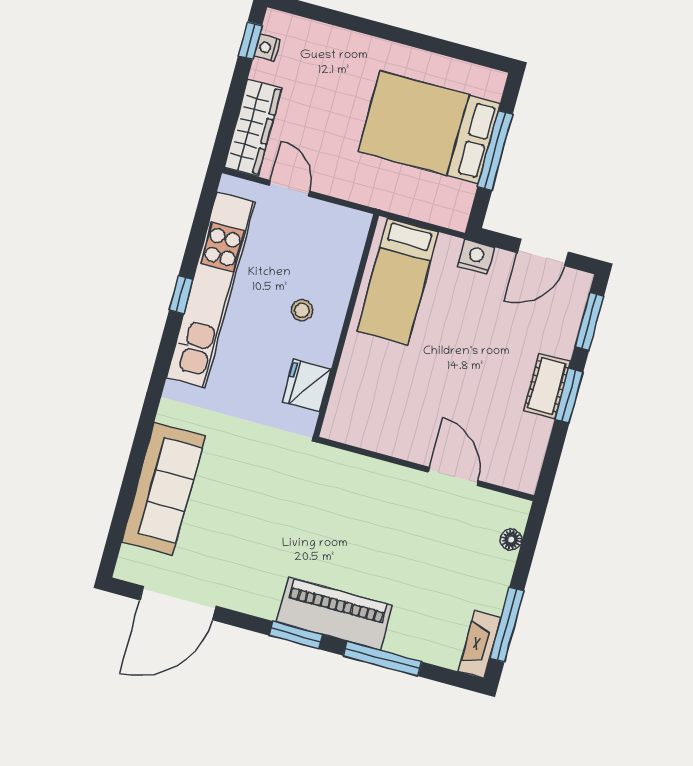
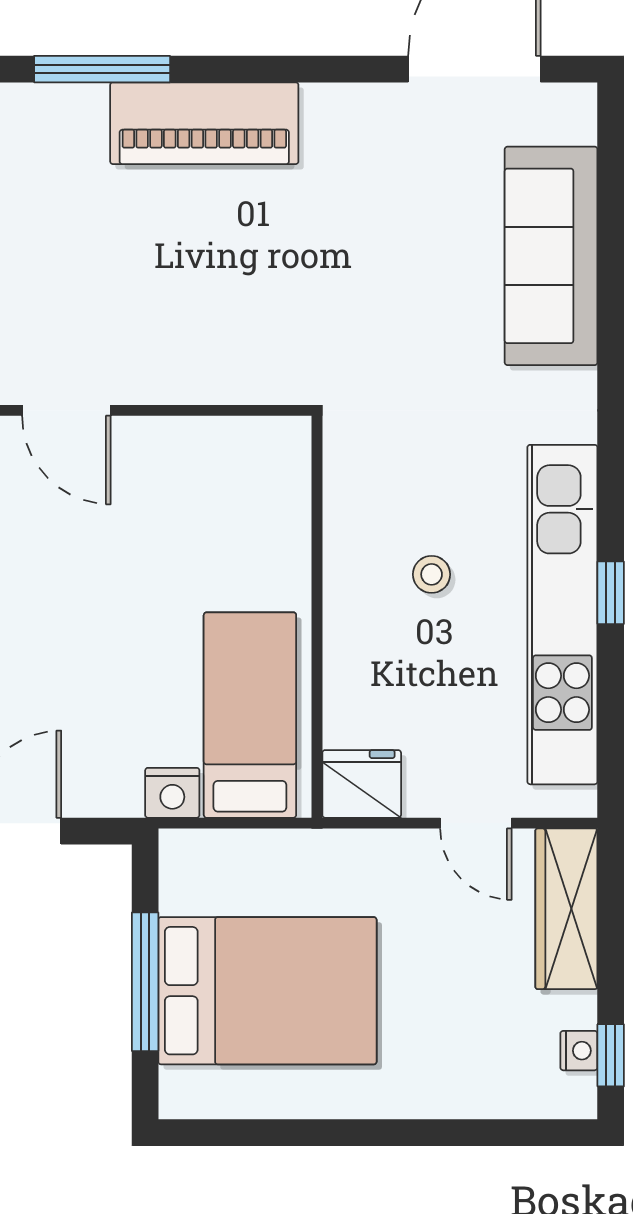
nightstand: (476, 257) -> (172, 793), moved
stool: (302, 310) -> (432, 574), moved
fridge: (307, 385) -> (362, 784), moved, turned -90
window: (296, 635) -> (260, 69), removed

